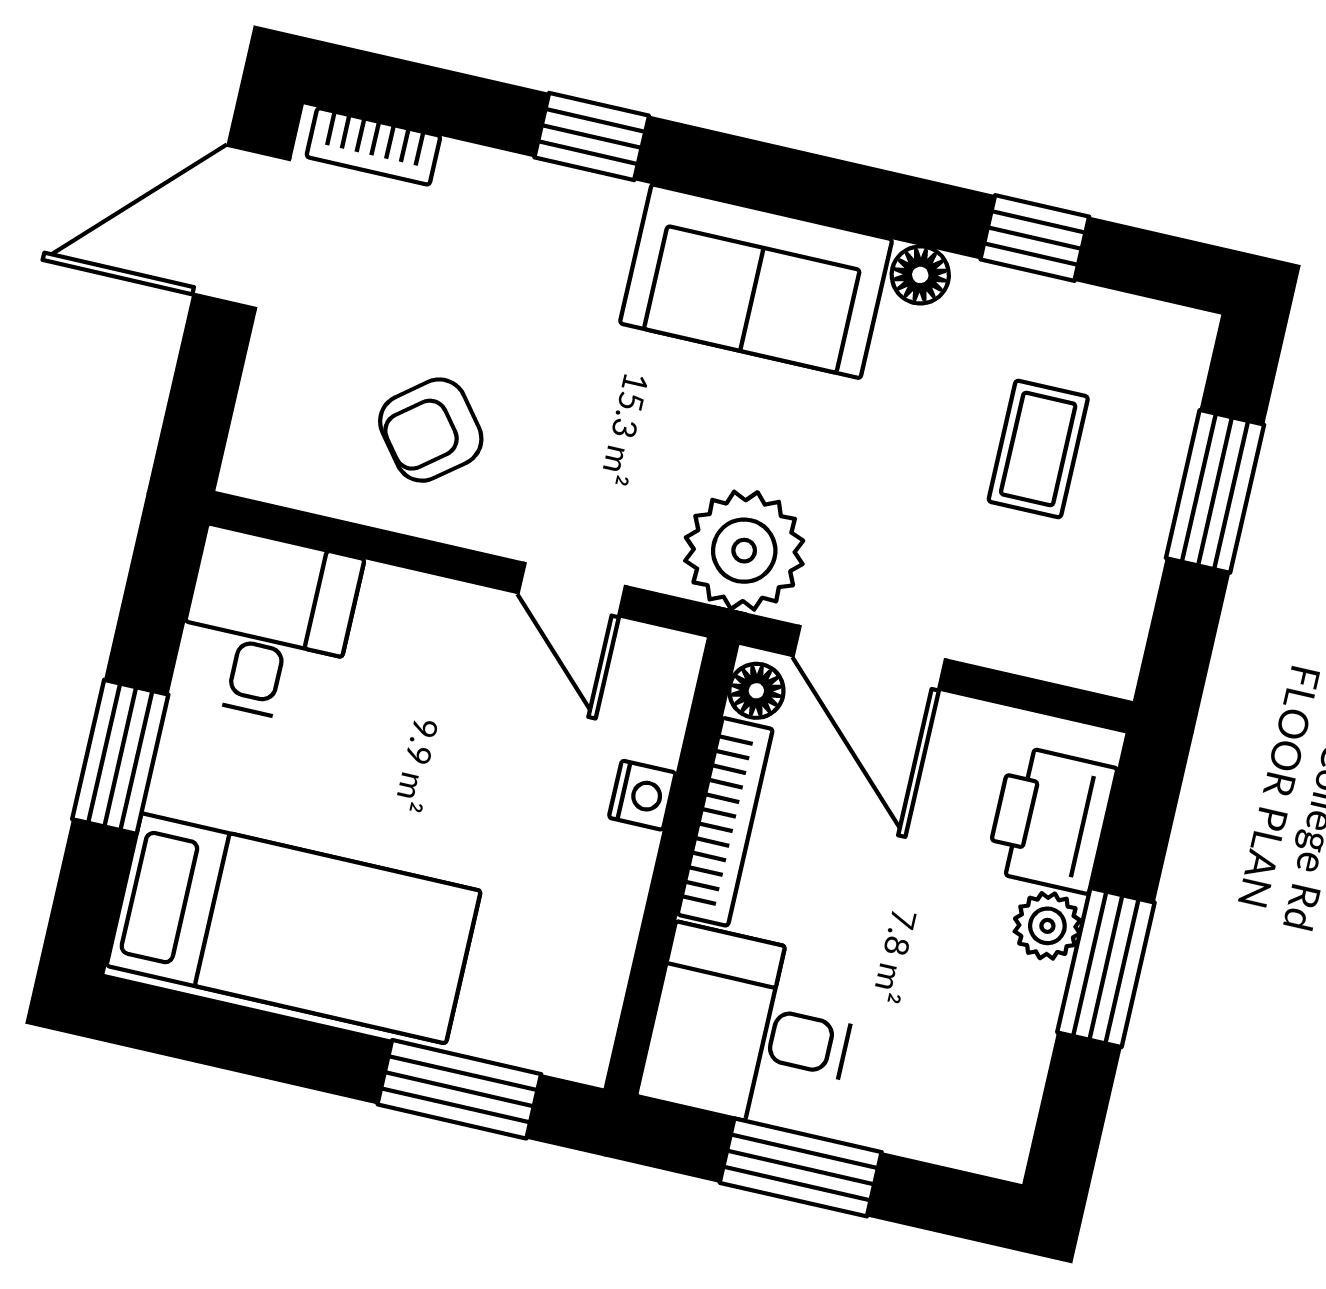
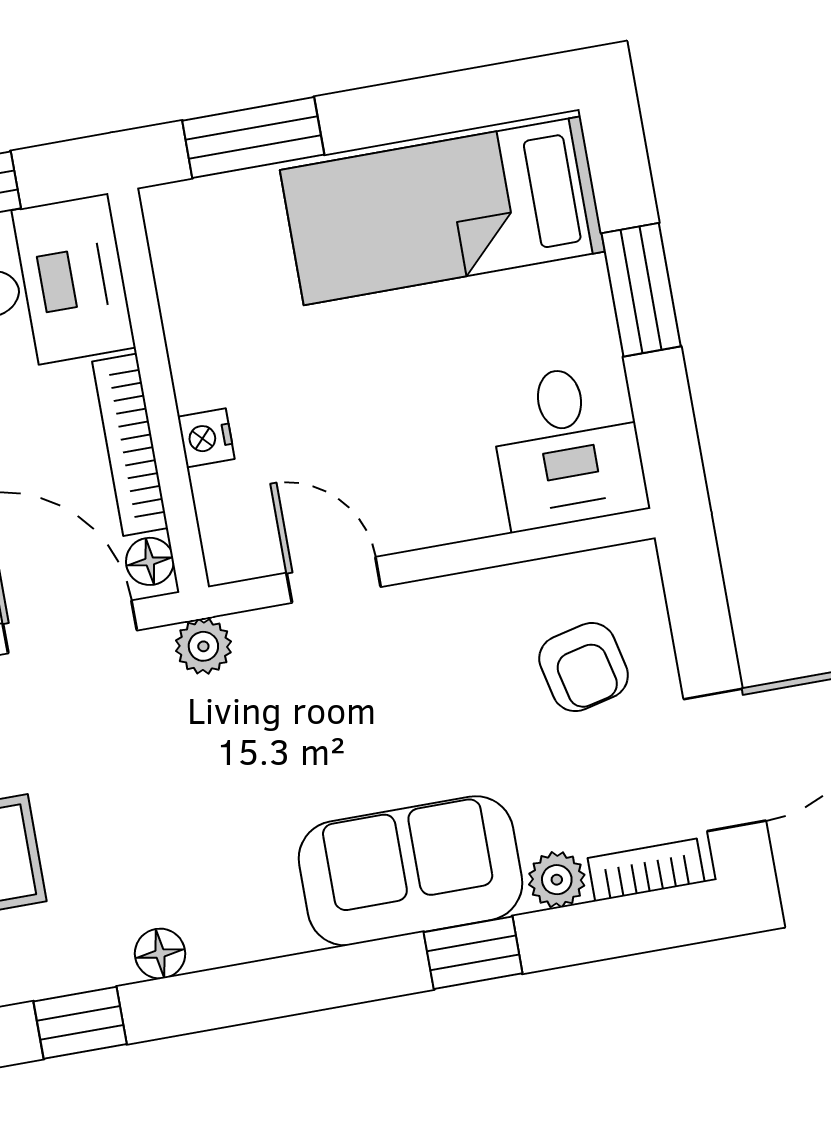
plant: (471, 176) -> (557, 880), added
sofa: (756, 281) -> (410, 871), moved
armchair: (431, 430) -> (584, 667), moved, turned 115
plant: (744, 551) -> (203, 646), width x0.53, depth x0.53

